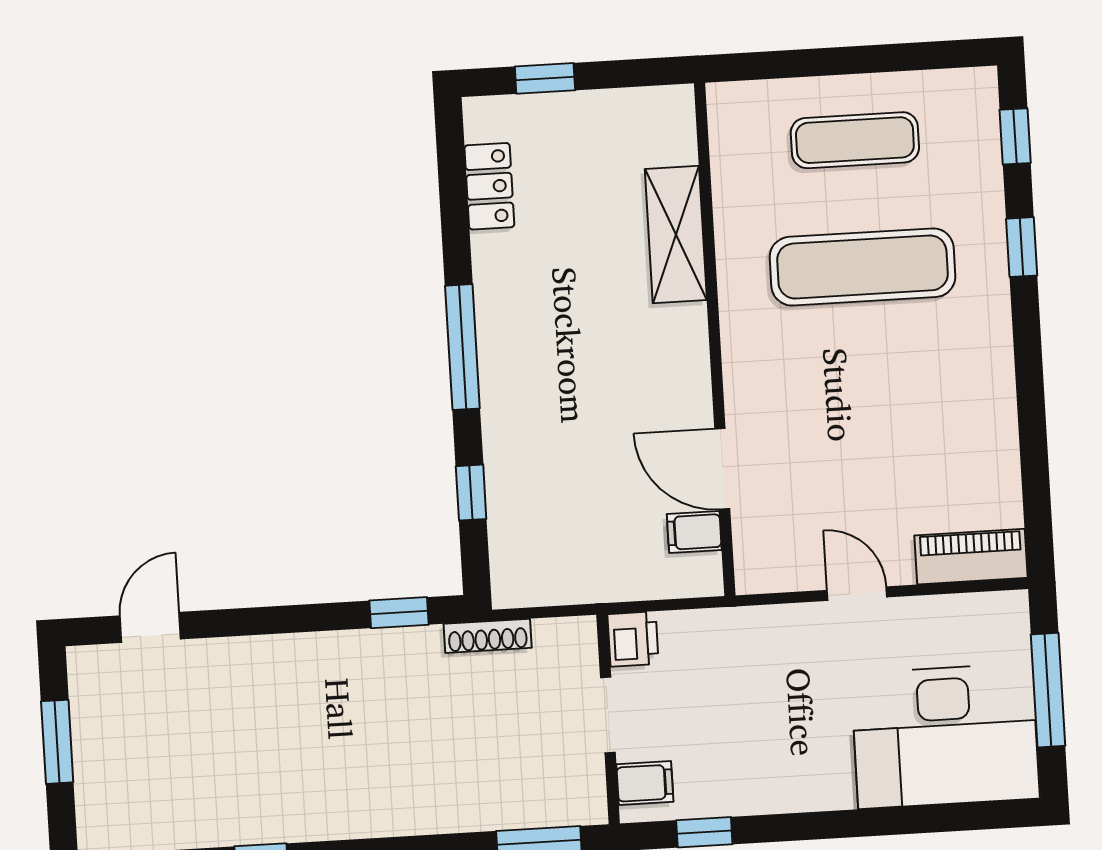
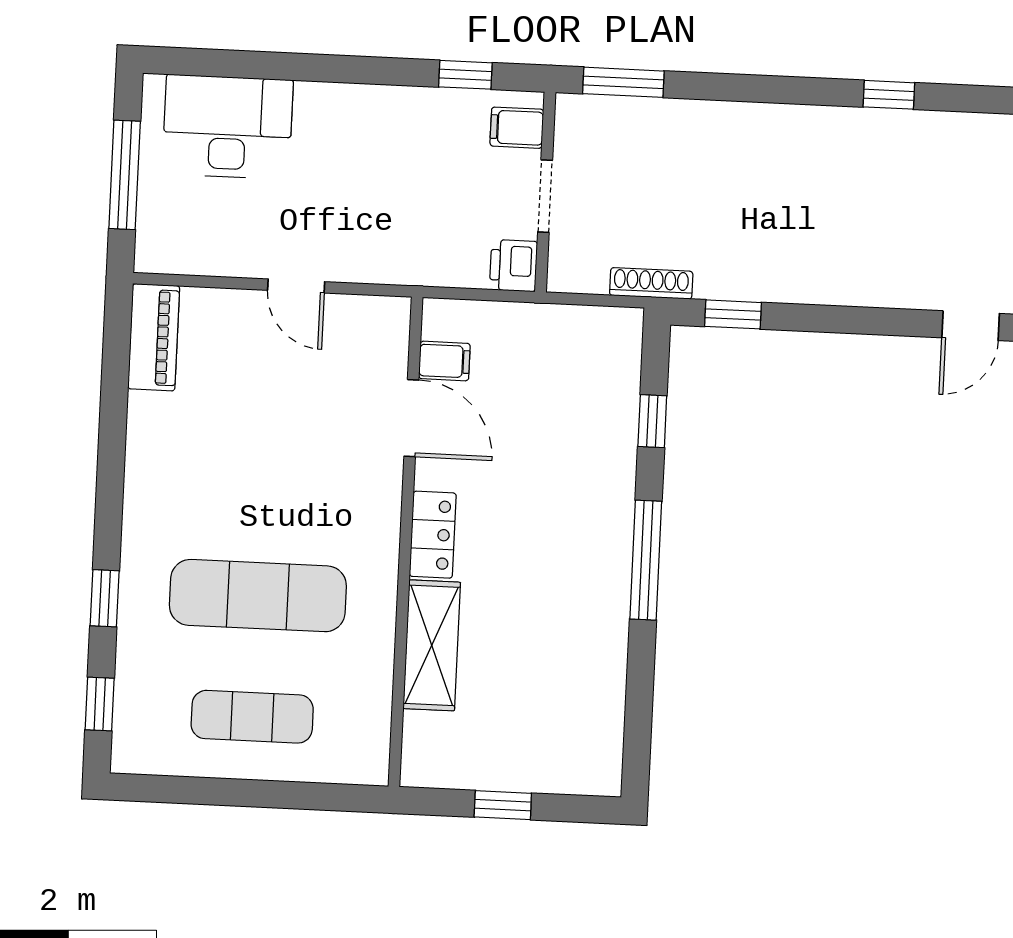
window: (545, 78) -> (503, 805), moved
locker: (489, 186) -> (433, 535), moved, turned 180
piano: (971, 557) -> (154, 337), moved, turned -90
desk: (945, 736) -> (228, 127), width x0.73, depth x0.77

